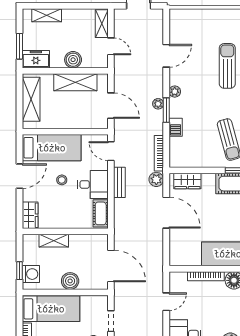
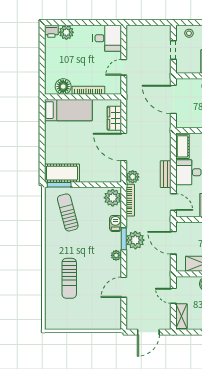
plant: (158, 104) -> (135, 240), width x1.88, depth x1.88
plant: (179, 156) -> (113, 198), added
wardrobe: (187, 181) -> (114, 118), moved, turned -90

